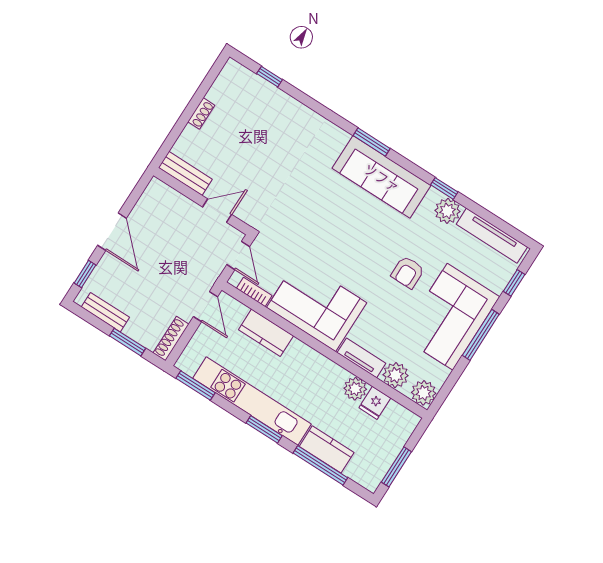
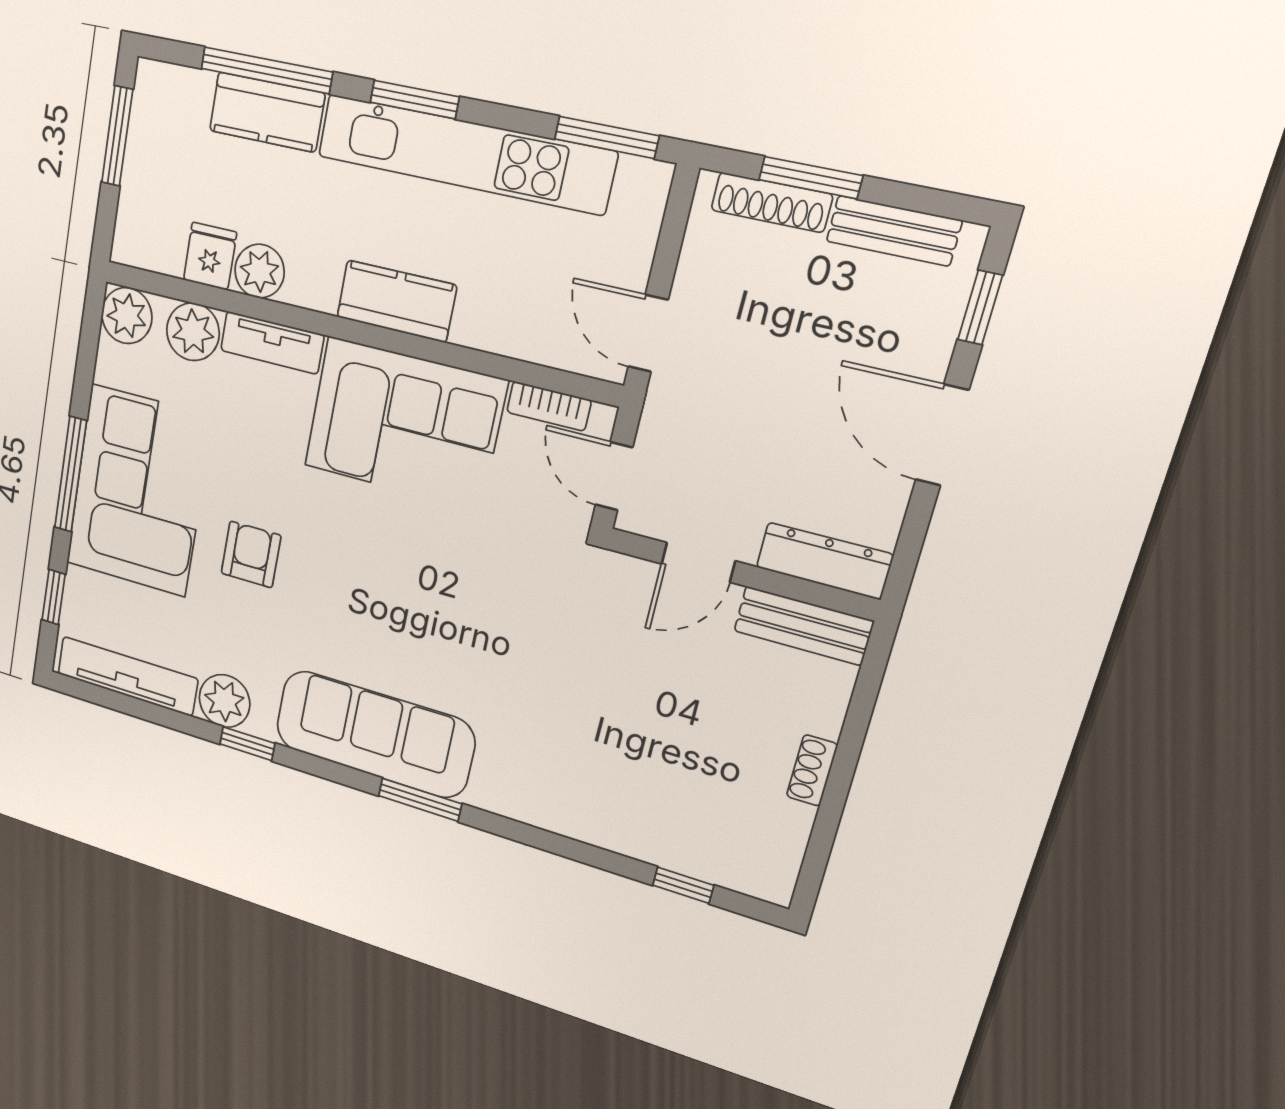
dresser: (169, 197) -> (824, 561), added
kitchen counter: (266, 333) -> (396, 301), moved
shoe rack: (171, 339) -> (772, 202), moved, turned 90

